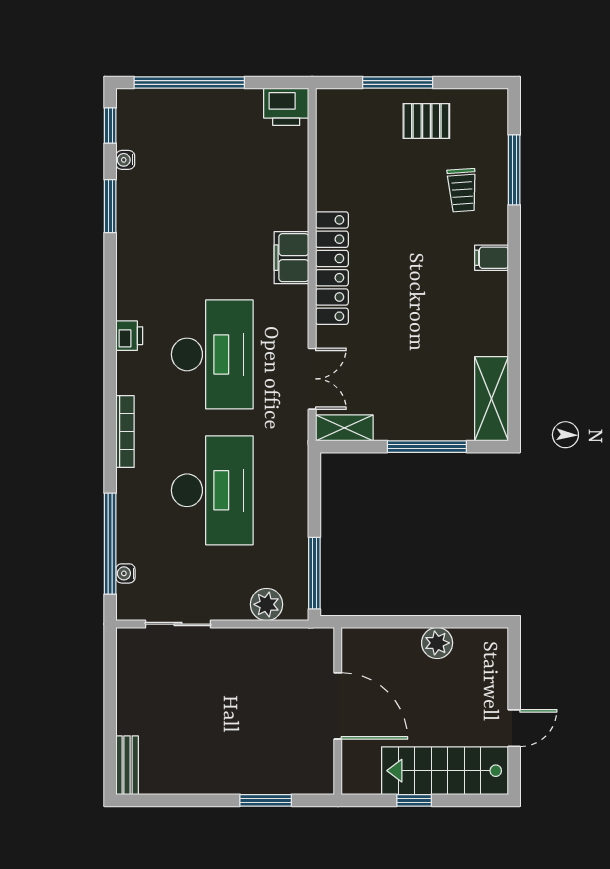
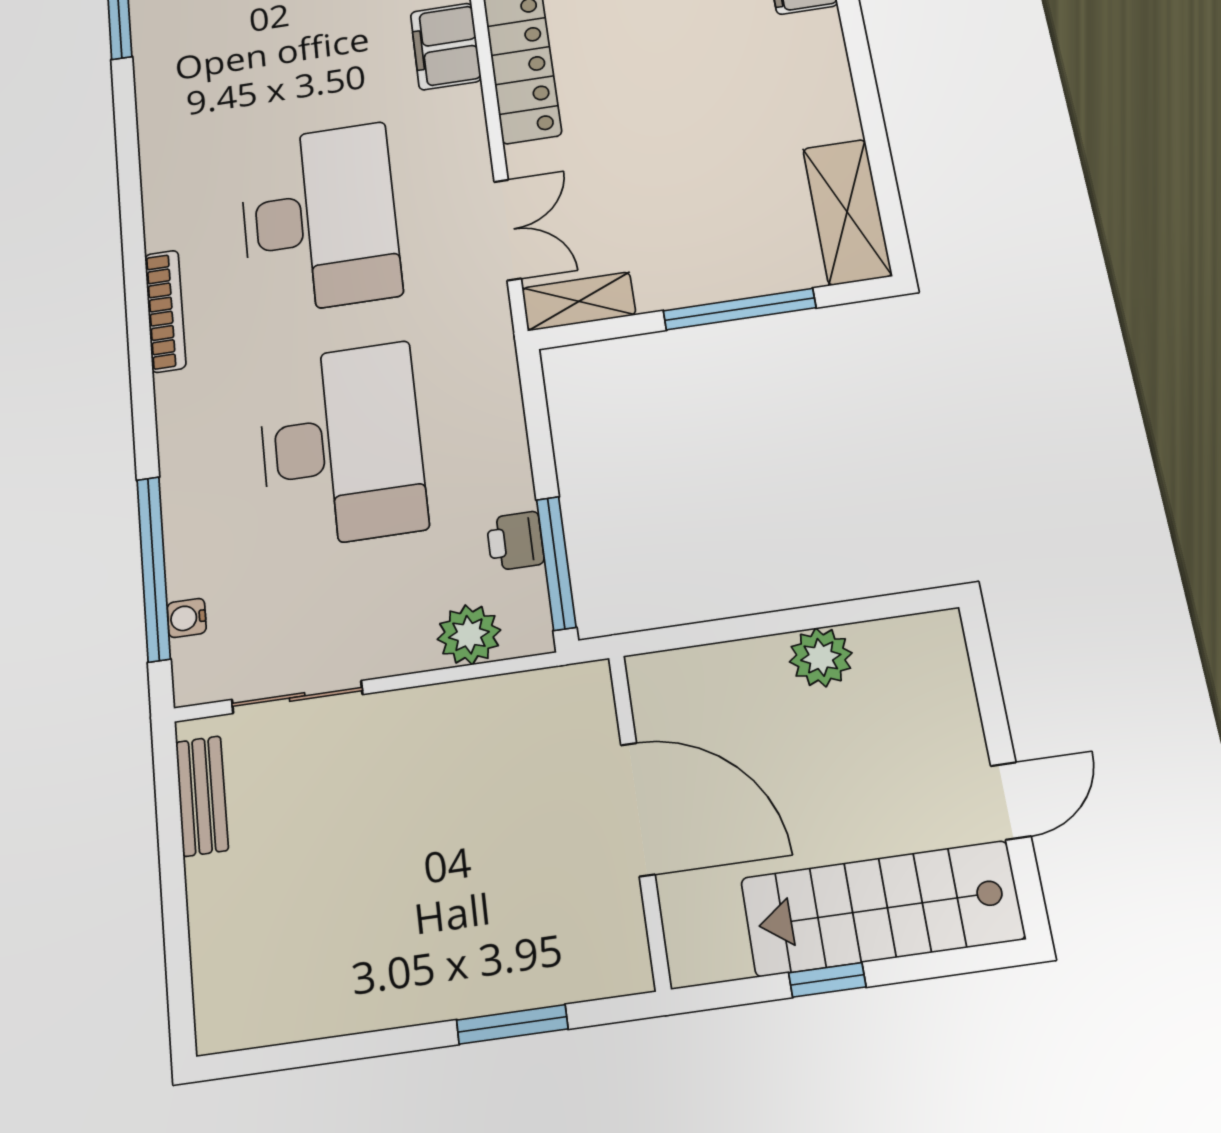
printer: (129, 336) -> (515, 541), moved, turned 180
bookcase: (125, 432) -> (165, 311), moved
bench: (127, 765) -> (202, 796), moved

